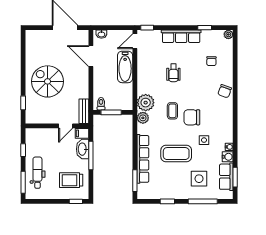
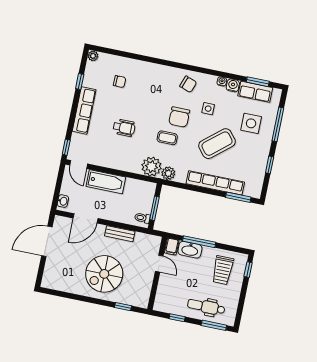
chair: (225, 91) -> (188, 84), moved
bench: (84, 111) -> (120, 234), moved
coffee table: (176, 154) -> (217, 144), turned 50

